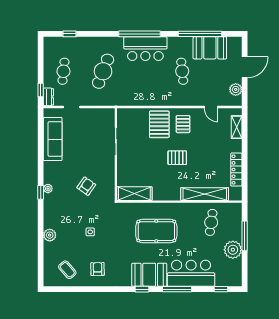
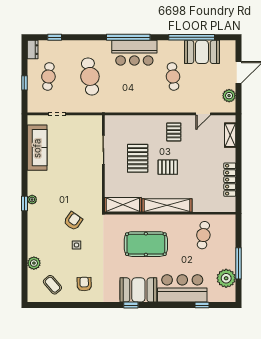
cafe table: (103, 71) -> (90, 76), turned -30
window: (41, 90) -> (24, 83), moved
dresser: (48, 97) -> (33, 50), moved
door: (211, 107) -> (203, 114), hinge flipped
pallet: (159, 124) -> (138, 158), moved
armchair: (86, 186) -> (73, 221), moved
shelving: (205, 194) -> (167, 205), moved
plant: (50, 235) -> (34, 263), moved
window: (245, 236) -> (238, 263), moved
plant: (233, 250) -> (226, 278), moved
window: (177, 289) -> (168, 305), removed
window: (221, 289) -> (202, 305), moved

